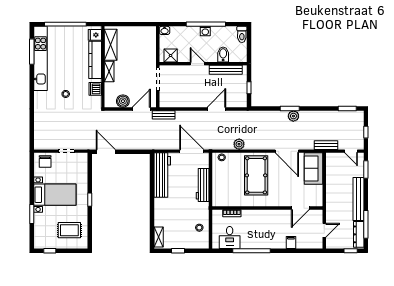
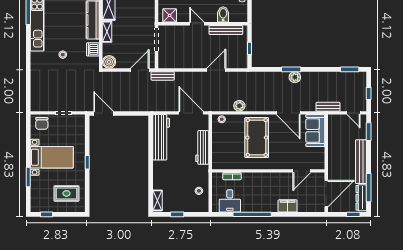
boiler: (123, 101) -> (109, 62), moved
door: (324, 230) -> (326, 194), width x1.87
filing cabinet: (291, 242) -> (288, 206), width x2.00

